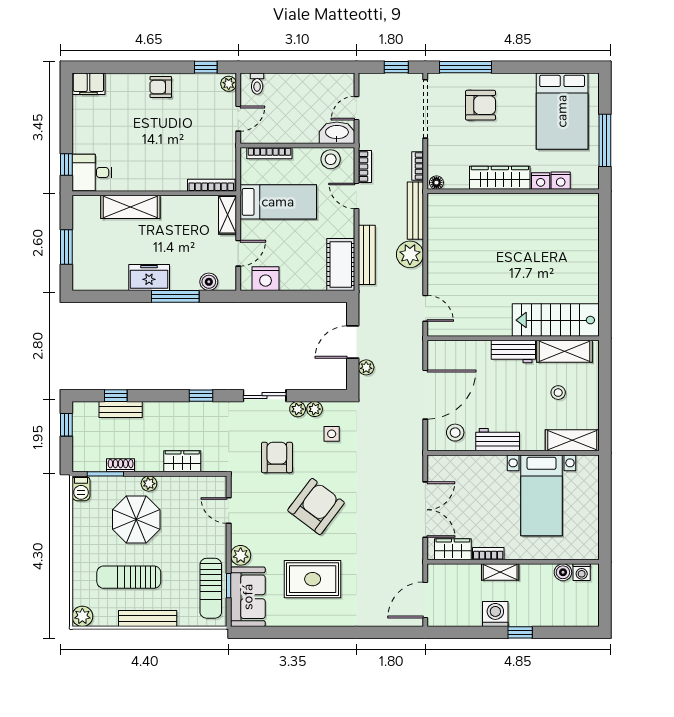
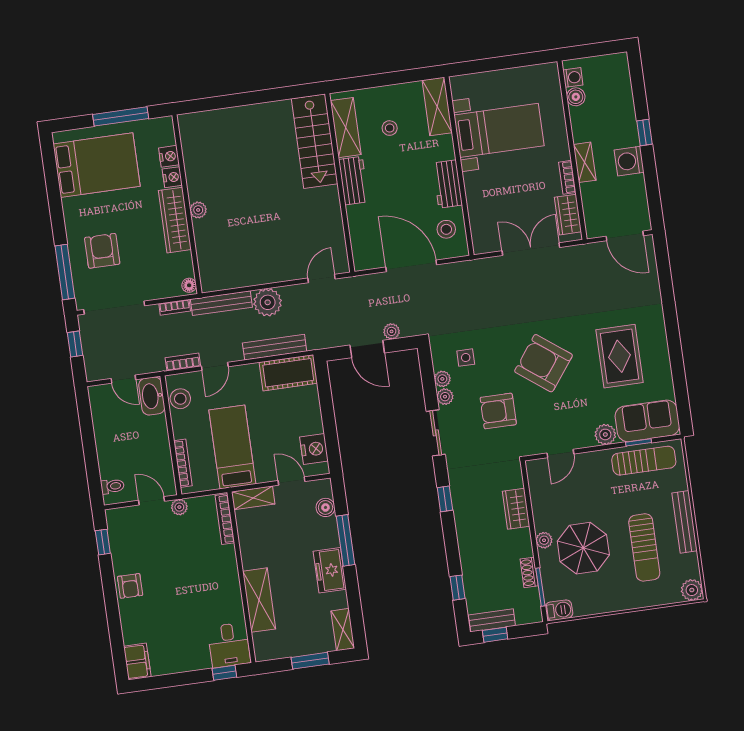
plant: (229, 84) -> (179, 507), moved
plant: (506, 201) -> (198, 210), added
shelving: (91, 282) -> (343, 630), added
bench: (121, 410) -> (492, 620), moved, turned 90

